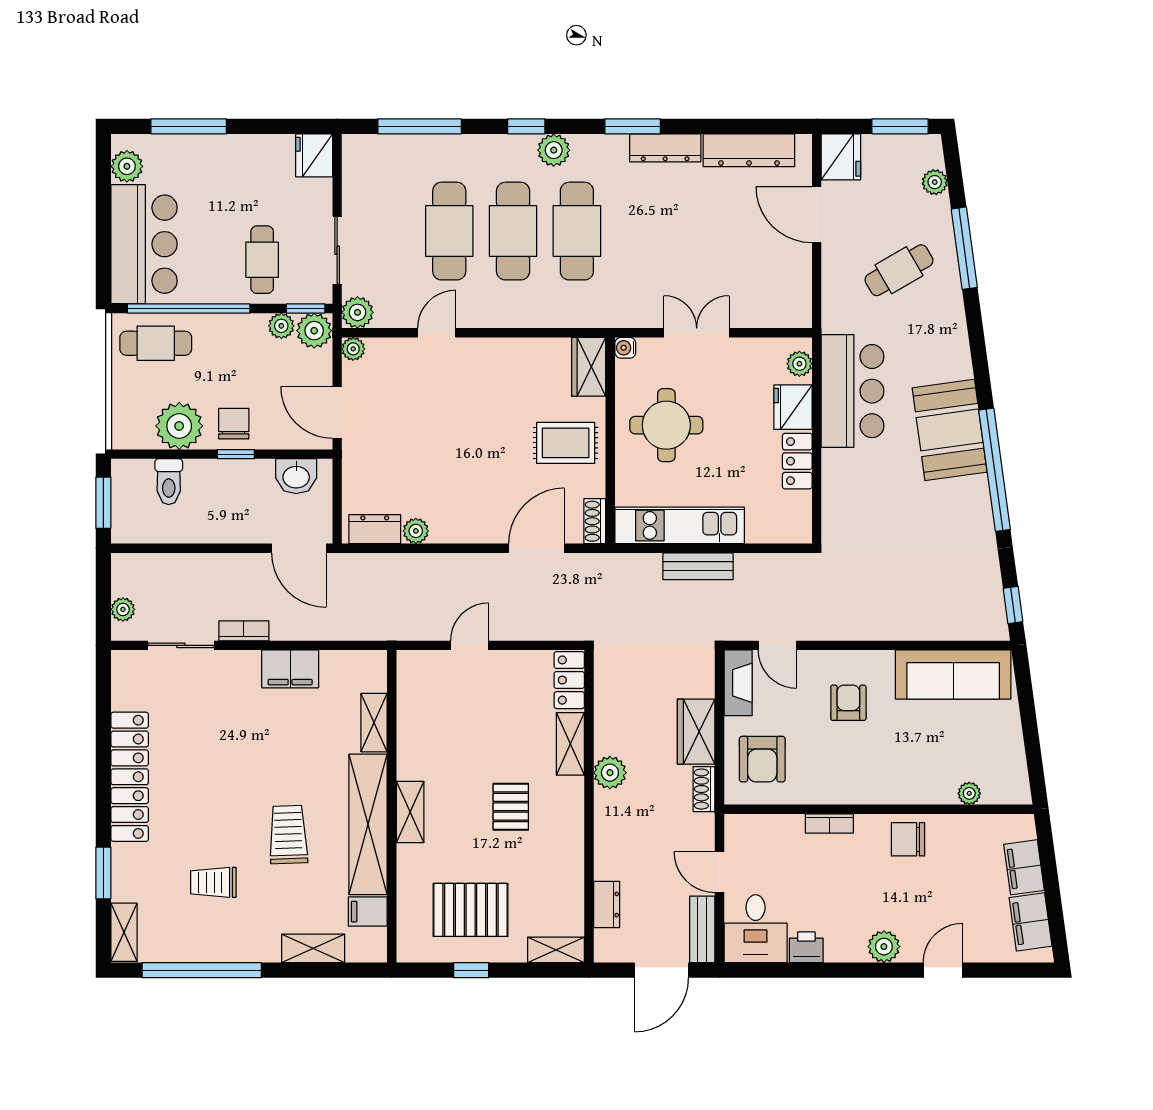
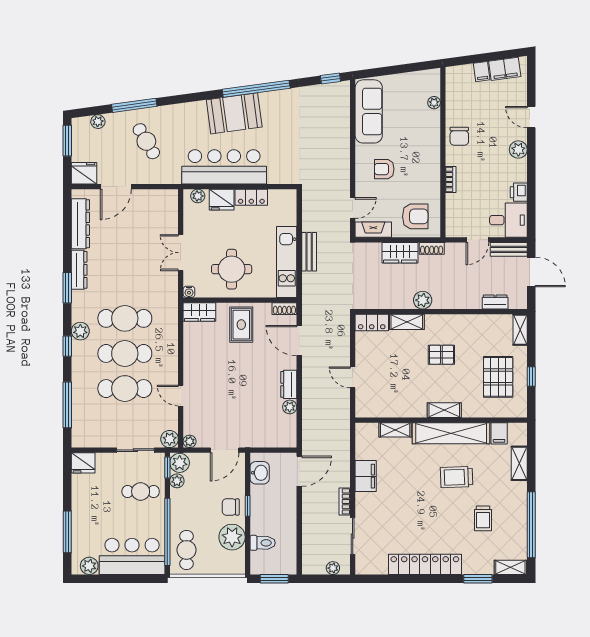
bar counter: (853, 391) -> (224, 167), width x1.36
dresser: (375, 529) -> (289, 384), moved
filing cabinet: (1024, 867) -> (482, 72), width x0.50

